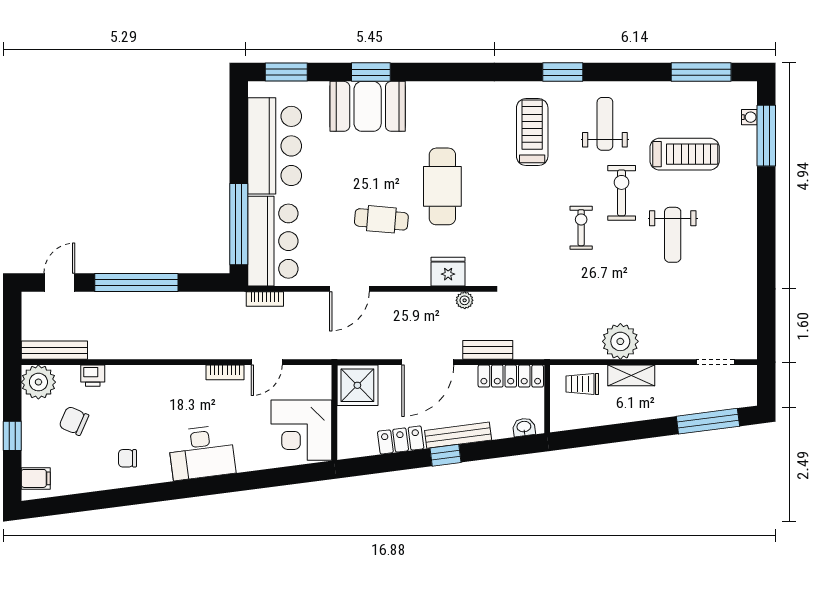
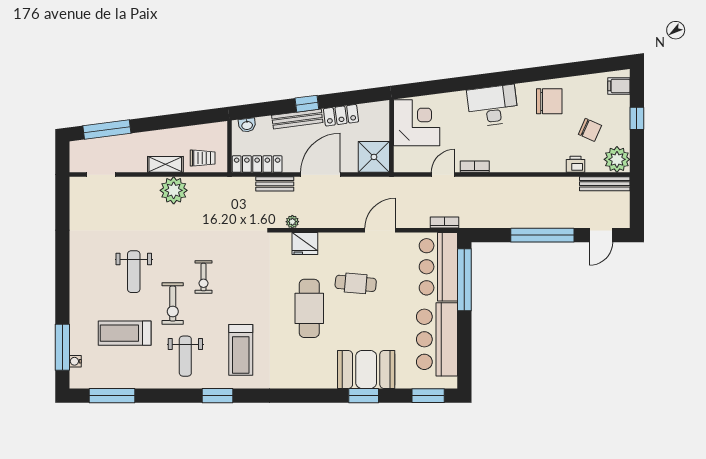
weight bench: (673, 235) -> (134, 272), turned 180
chair: (127, 458) -> (549, 101), width x1.87, depth x1.87

